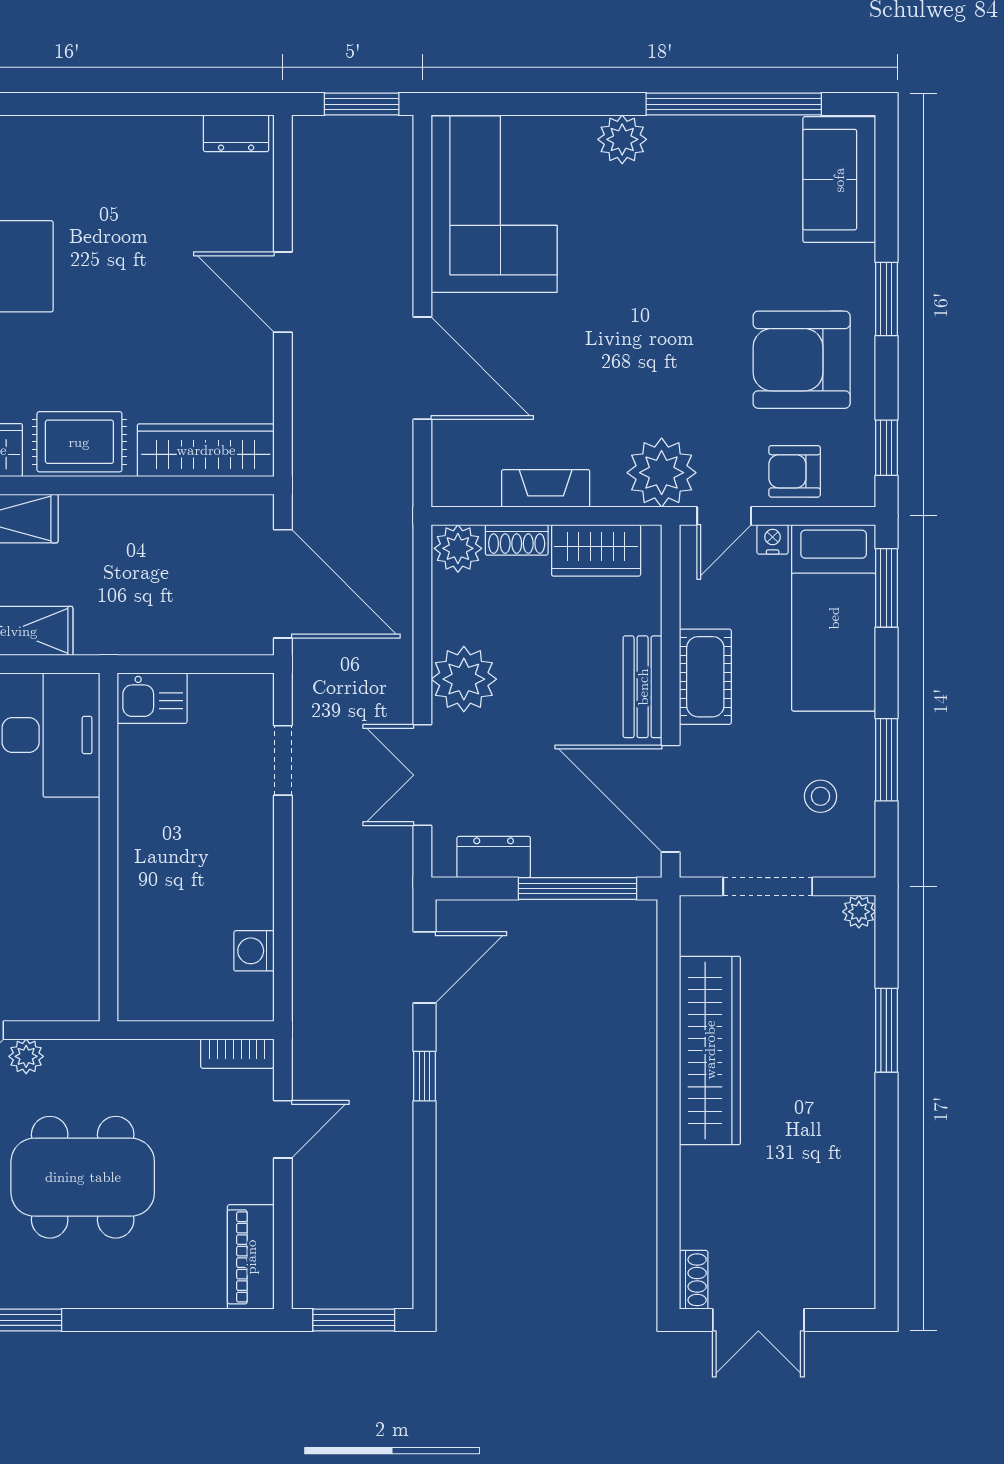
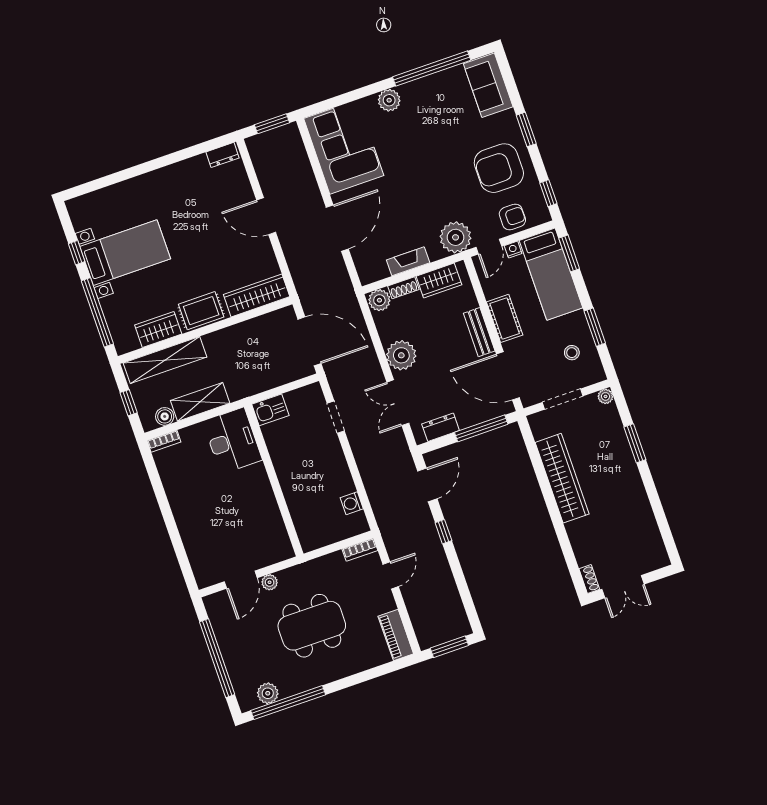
door: (422, 368) -> (337, 228), hinge flipped
armchair: (795, 471) -> (512, 217), turned 180

